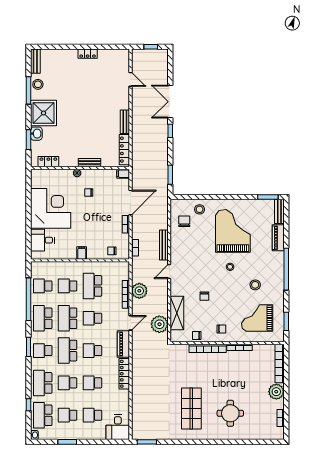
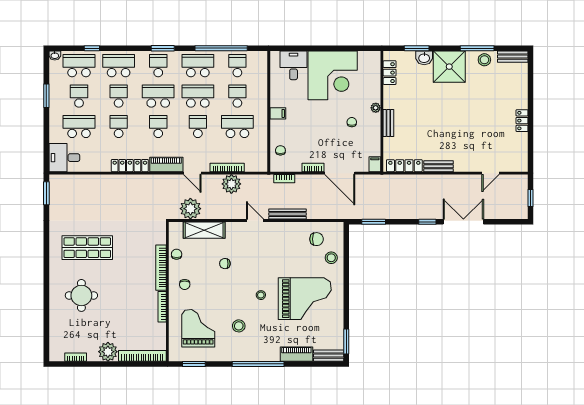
school desk: (92, 415) -> (79, 127), width x1.85

